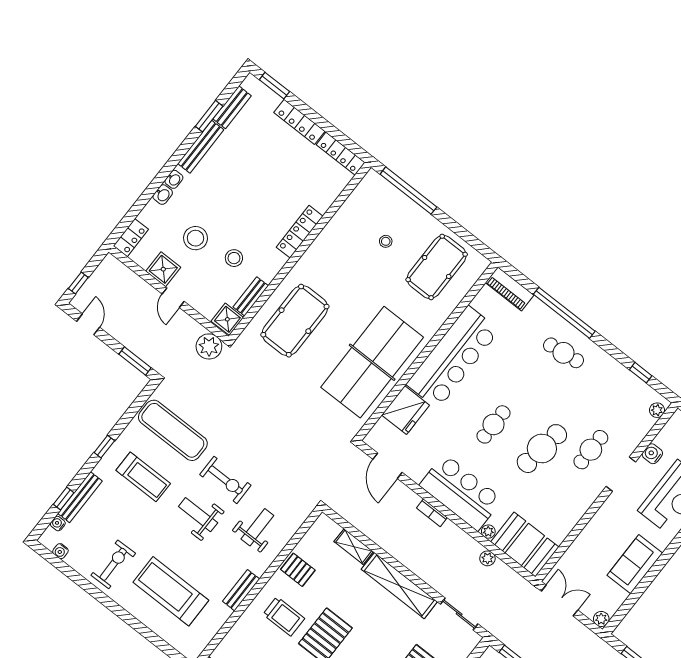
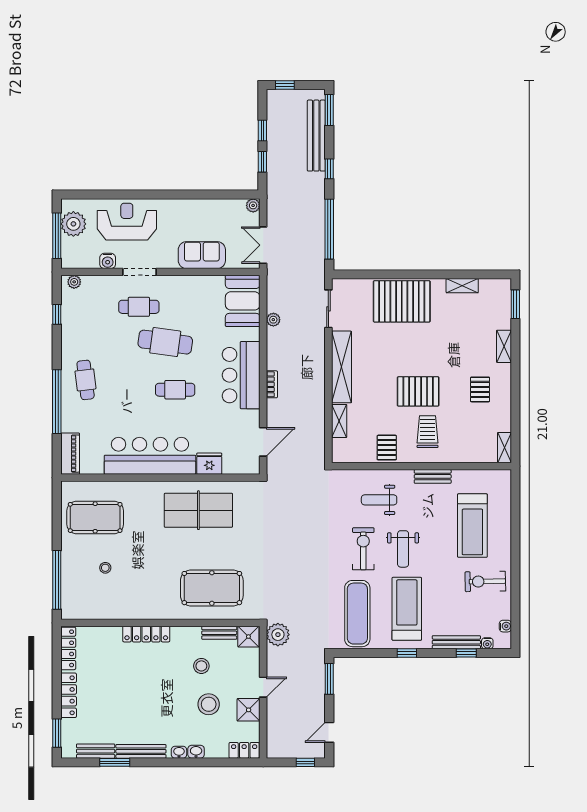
table tennis table: (372, 362) -> (198, 510), width x0.73, depth x0.76
fridge: (406, 410) -> (209, 464), width x0.73, depth x0.75
treadmill: (143, 477) -> (407, 609), width x1.37, depth x1.38
plant: (488, 532) -> (254, 334), removed
sofa: (635, 564) -> (202, 255), moved, turned 180

